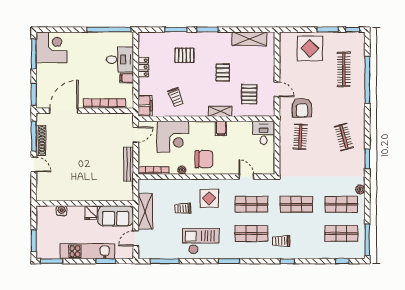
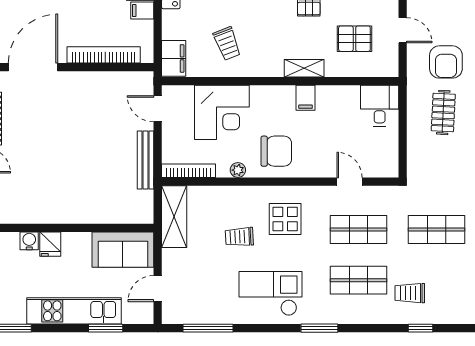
pallet: (249, 94) -> (354, 39), turned 90
door: (136, 135) -> (158, 109), swing flipped
shelving: (145, 211) -> (174, 217), moved
fridge: (91, 213) -> (50, 244), moved

